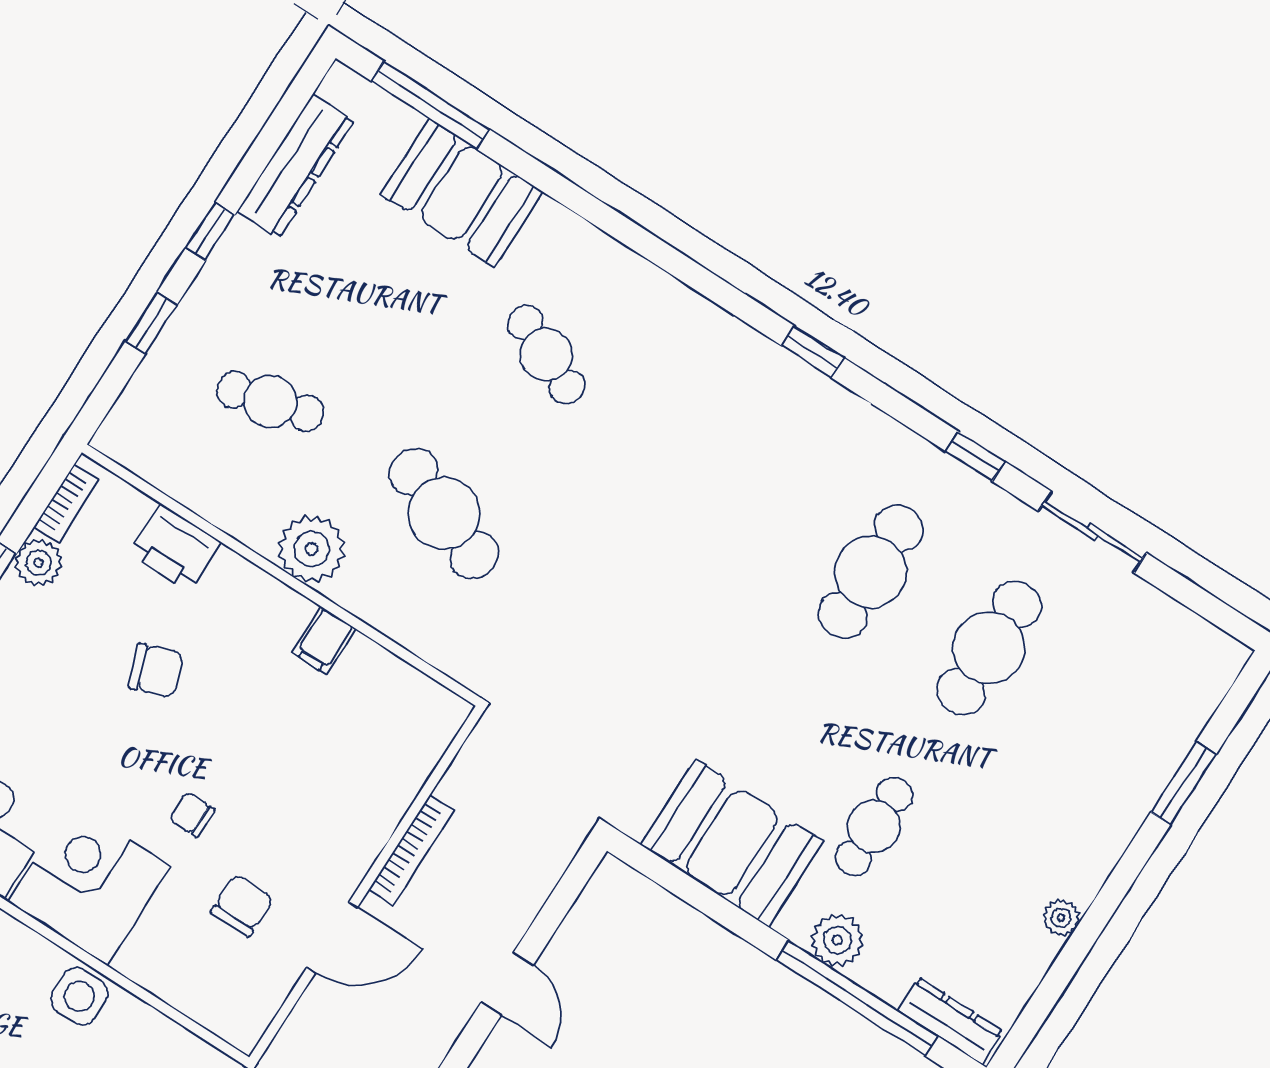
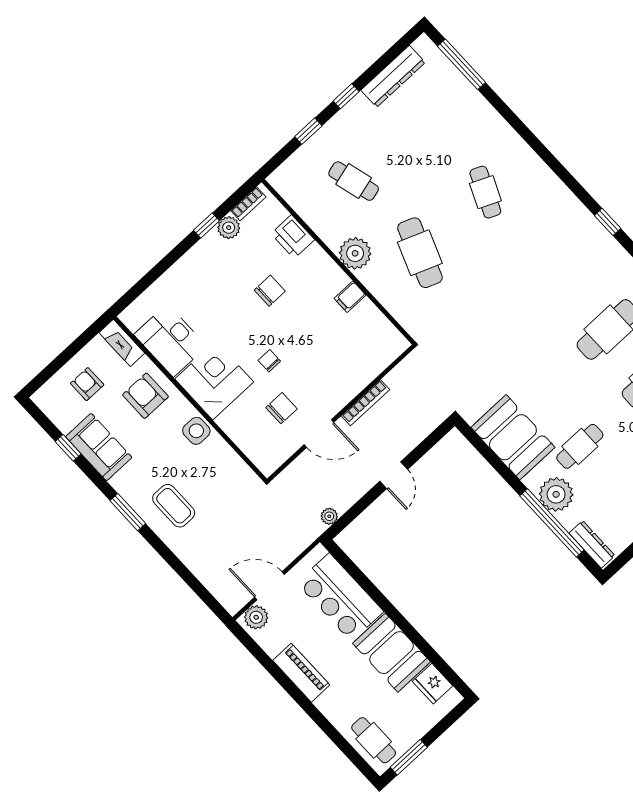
booth: (462, 193) -> (466, 108), removed
chair: (156, 670) -> (270, 291), turned -69
plant: (837, 940) -> (556, 494), width x1.36, depth x1.36

